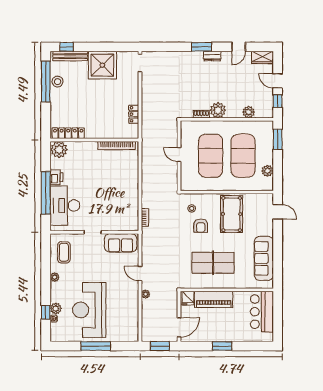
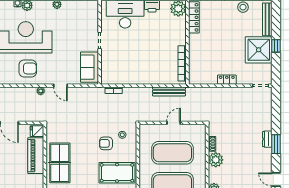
window: (67, 47) -> (276, 46), moved
dresser: (212, 56) -> (267, 139), moved
locker: (134, 114) -> (227, 80), moved
bench: (146, 159) -> (169, 91), added
coffee table: (64, 252) -> (81, 13), removed
table tennis table: (213, 263) -> (60, 163), moved
door: (140, 273) -> (60, 86), swing flipped
armchair: (122, 308) -> (28, 68), added

